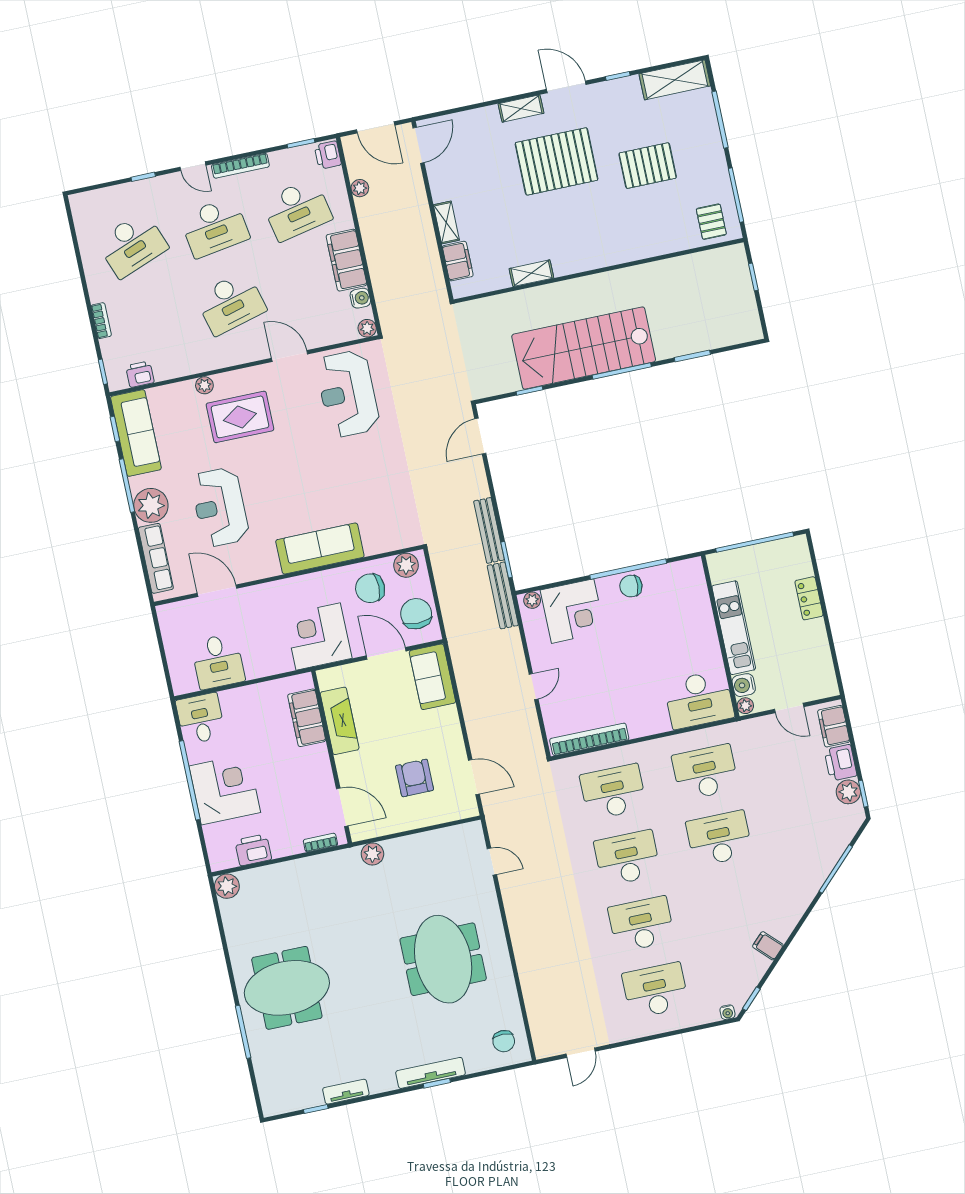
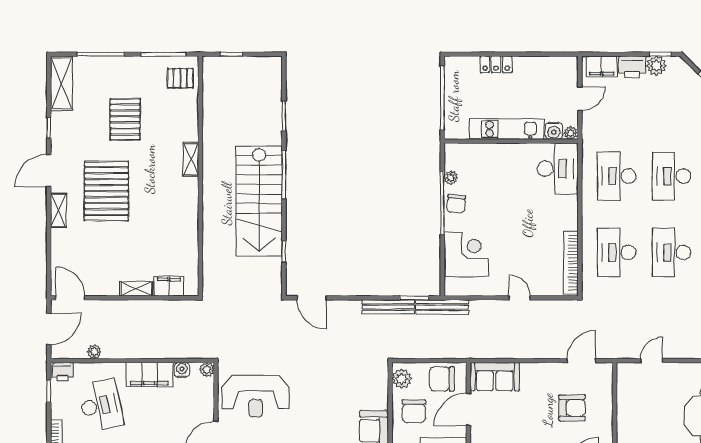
shelving: (531, 273) -> (191, 159), moved
plant: (532, 600) -> (451, 178), moved
armchair: (415, 778) -> (572, 408), turned 180

